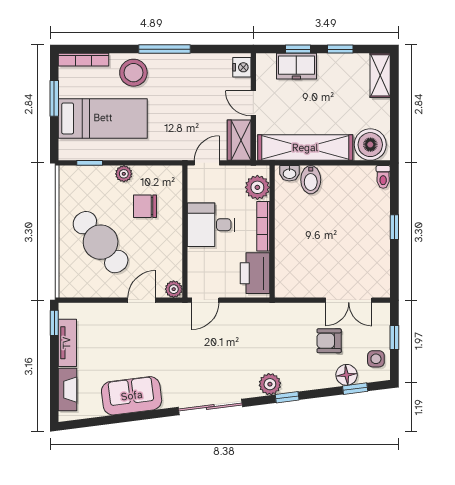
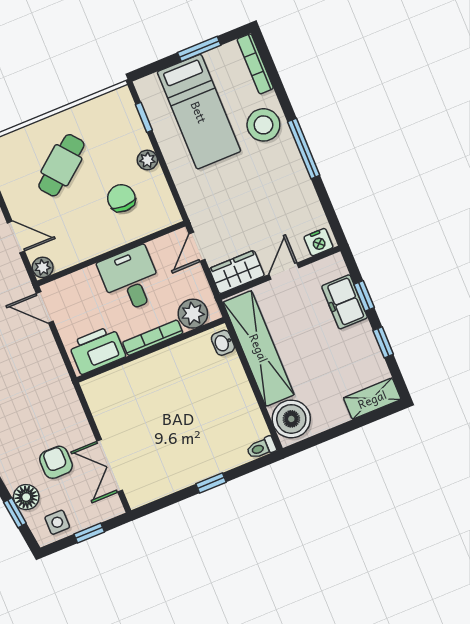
door: (207, 163) -> (197, 247), swing flipped
bidet: (311, 180) -> (226, 369), removed
cafe table: (101, 242) -> (61, 165), width x0.73, depth x0.74

